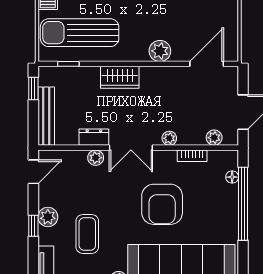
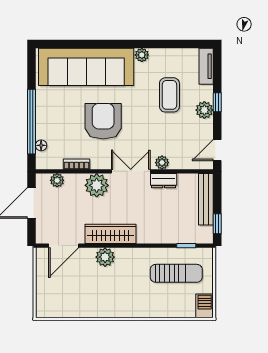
sun lounger: (80, 33) -> (176, 273), width x0.73, depth x0.75
wardrobe: (120, 77) -> (110, 234), moved, width x1.50
plant: (169, 138) -> (97, 185), width x1.88, depth x1.88

